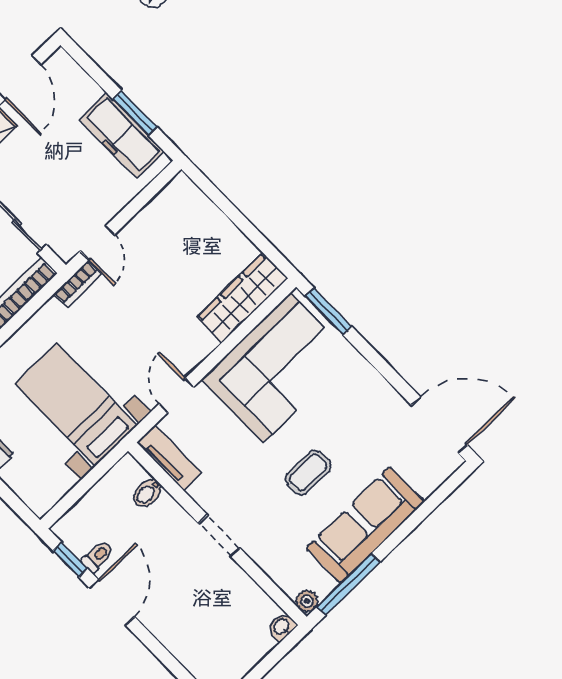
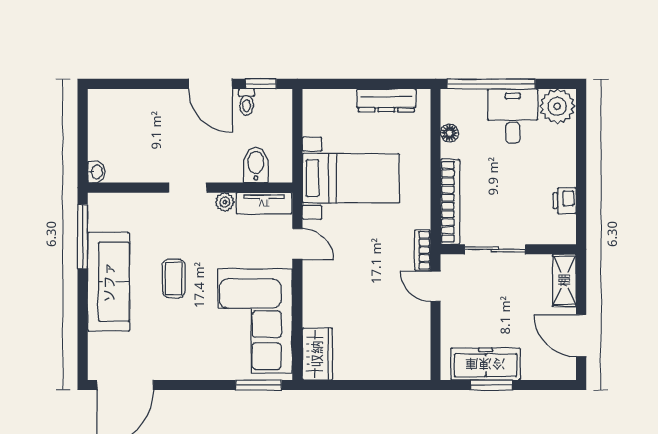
wardrobe: (242, 298) -> (317, 354), width x0.67
bidet: (147, 493) -> (256, 165), width x1.38, depth x1.36
plant: (307, 601) -> (225, 202), moved

